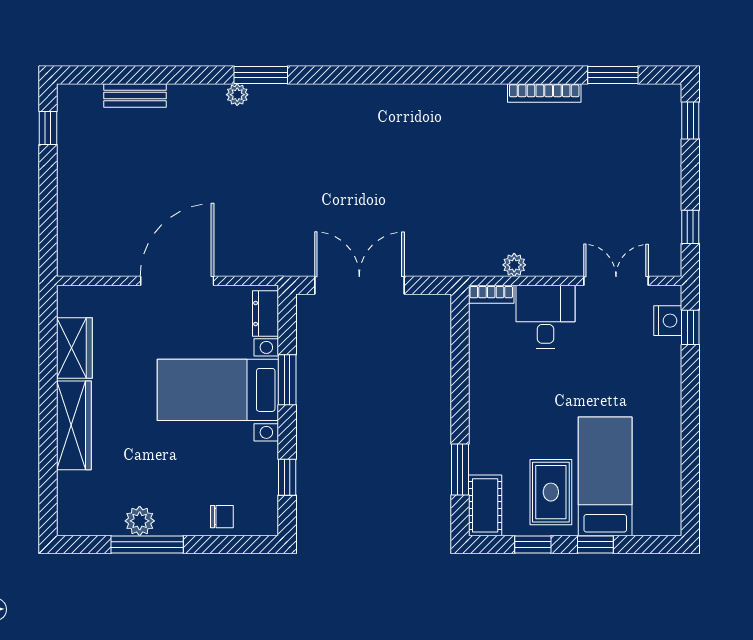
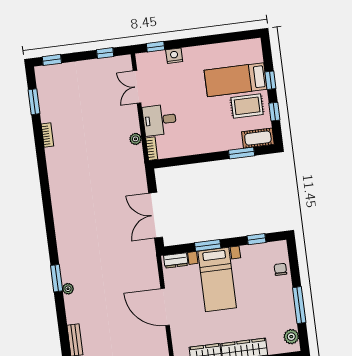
bookcase: (544, 93) -> (47, 135), width x0.64
nightstand: (668, 321) -> (174, 56), moved
plant: (140, 521) -> (291, 337), moved

